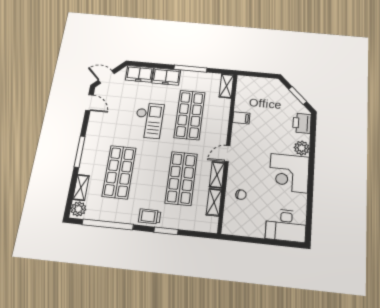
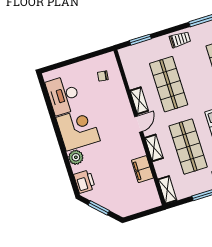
filing cabinet: (241, 118) -> (142, 169), width x2.00
chair: (241, 195) -> (103, 76), moved
shelving: (214, 202) -> (154, 148), moved
desk: (286, 225) -> (63, 95), moved, turned -90
window: (166, 231) -> (140, 40), moved

